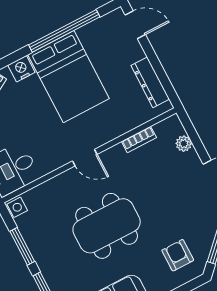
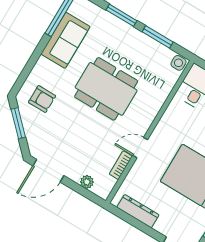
door: (85, 158) -> (140, 148), moved
dining table: (107, 226) -> (106, 89), turned 90

